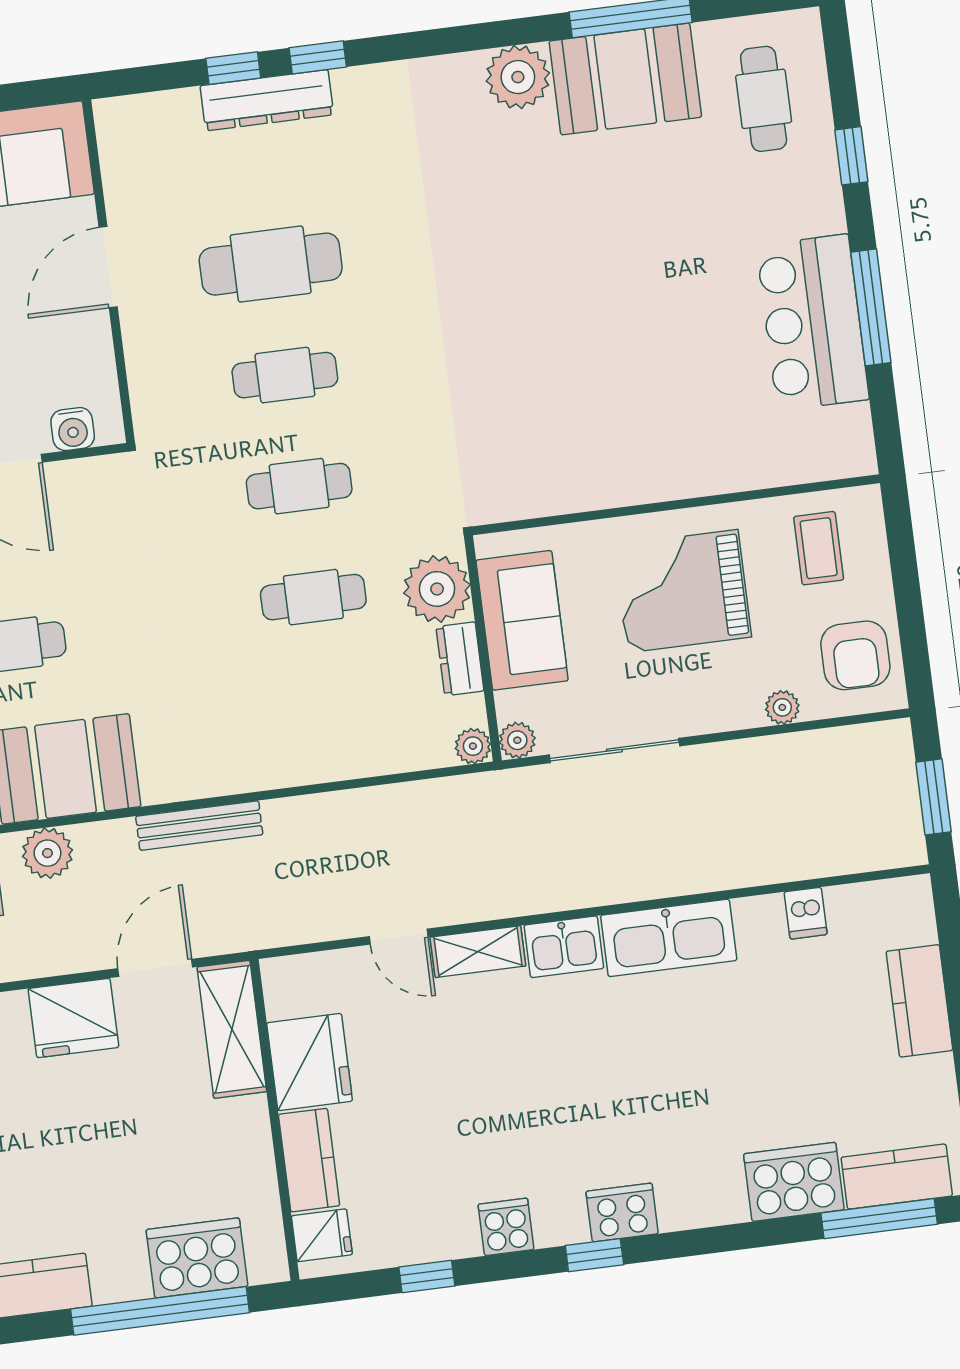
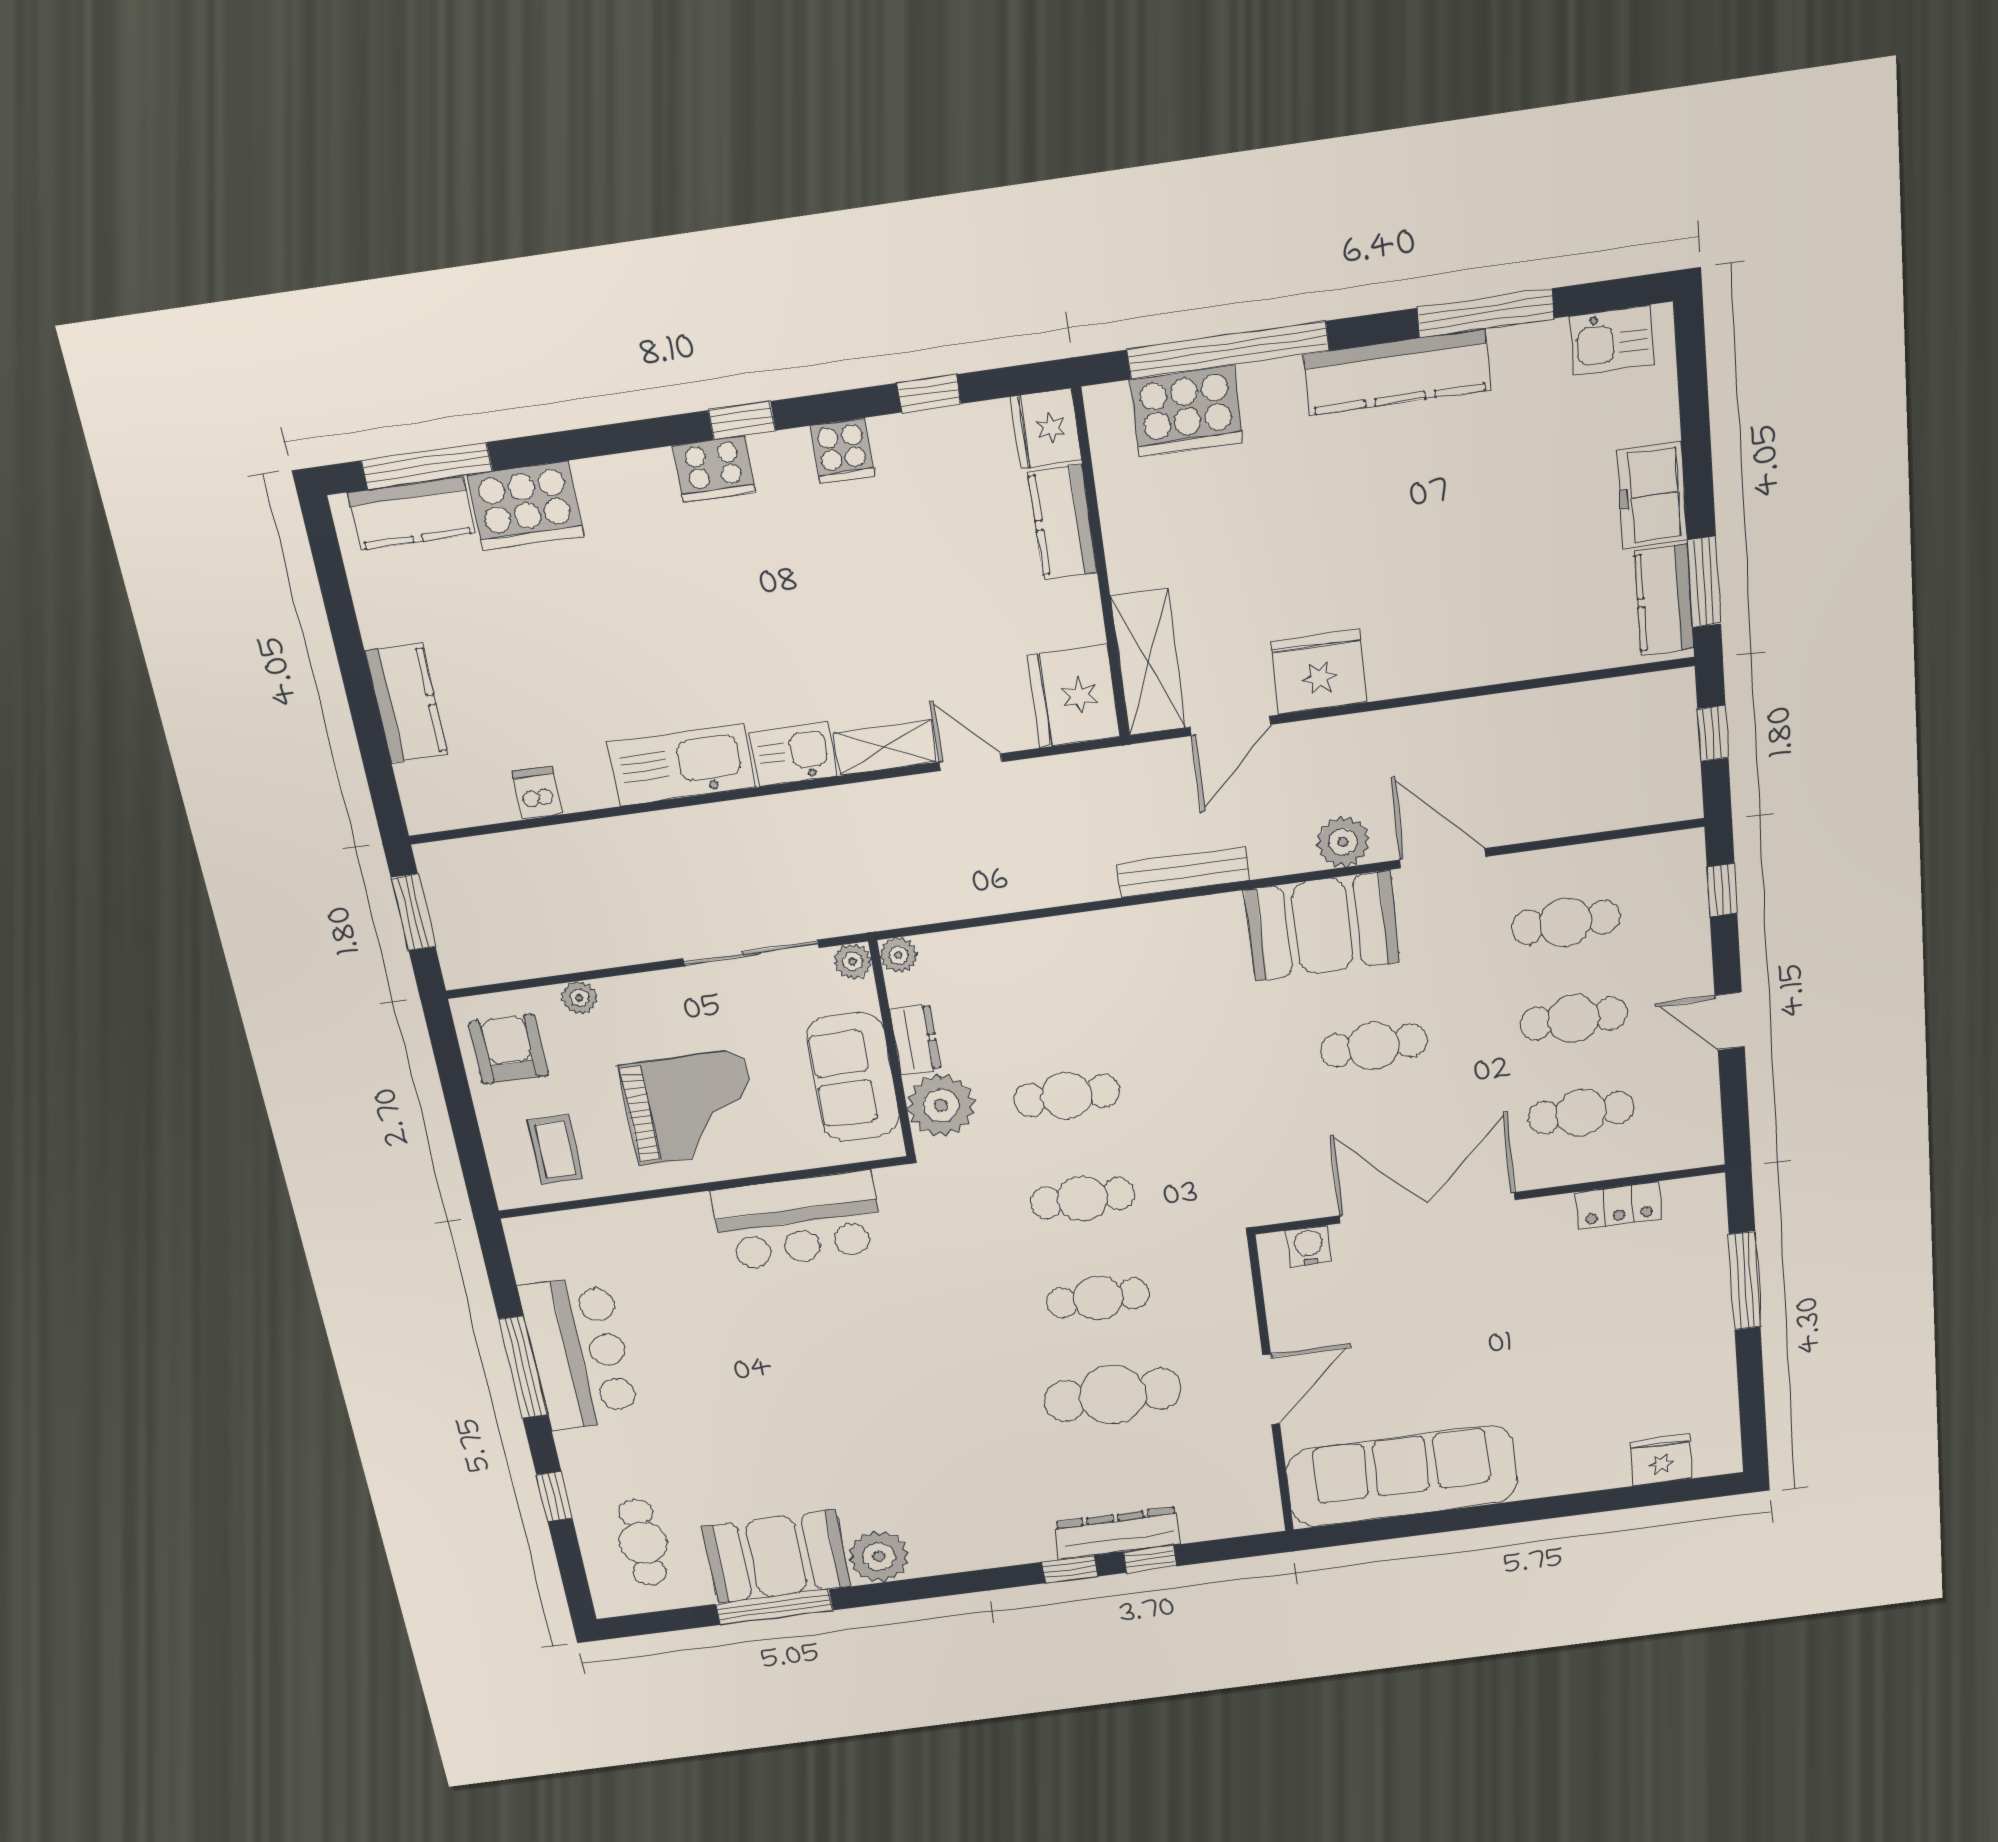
bar counter: (584, 467) -> (798, 1221), added
fridge: (310, 1062) -> (1074, 696), moved
fridge: (322, 1235) -> (1046, 429), width x1.38

